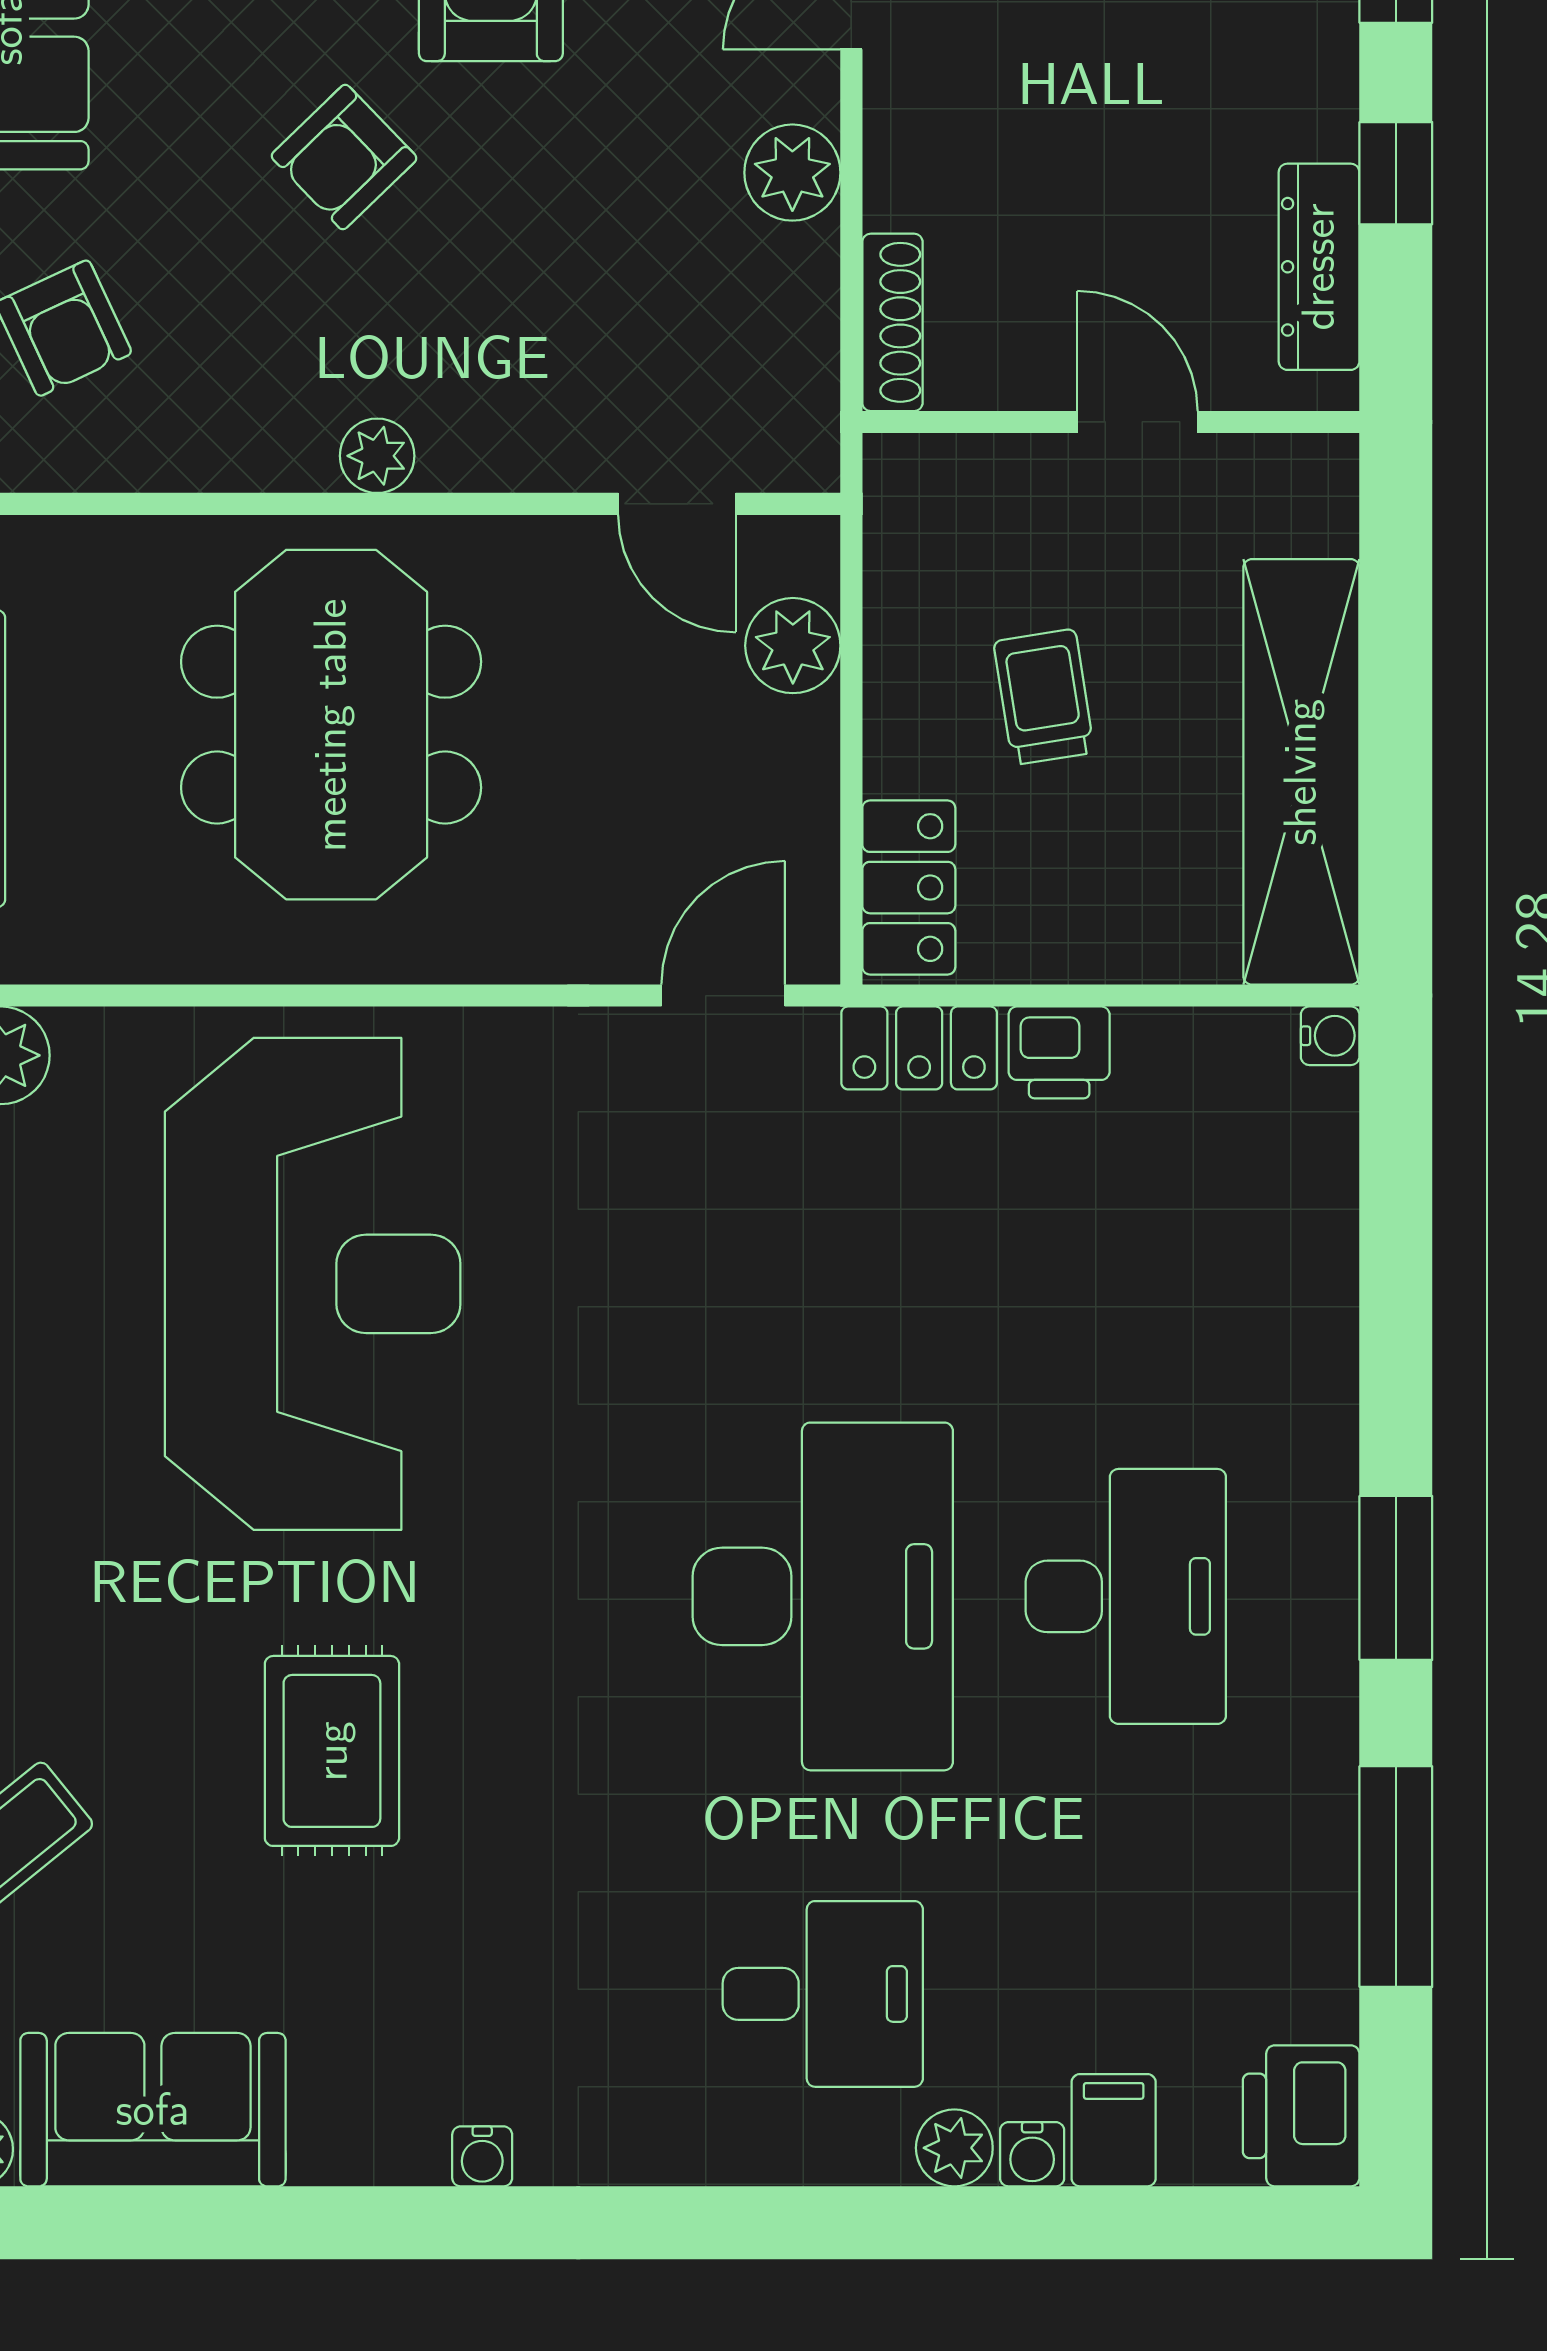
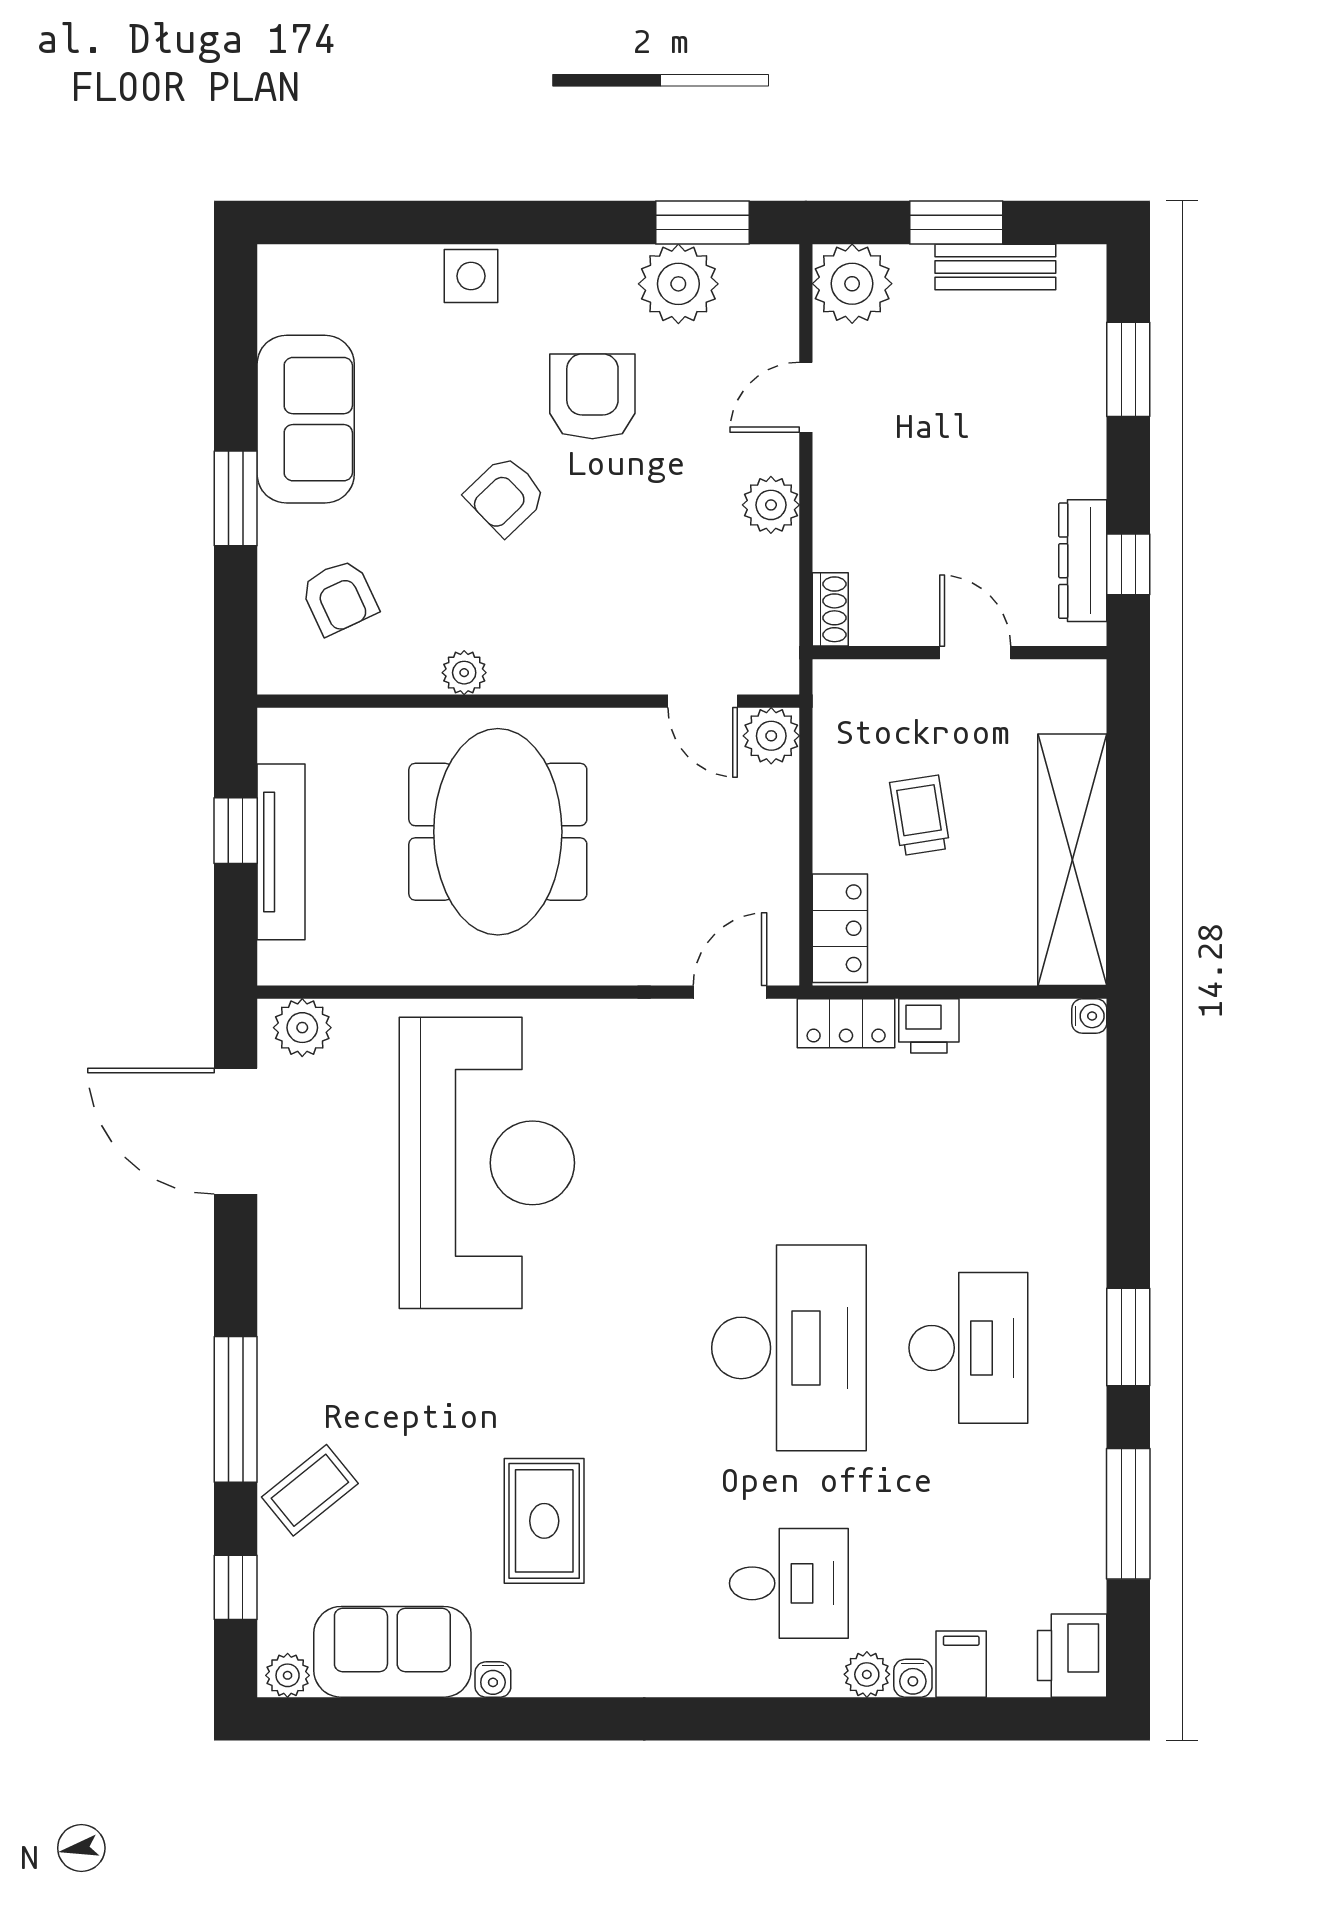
window: (1396, 173) -> (1128, 564), moved
shoe rack: (892, 322) -> (830, 609), width x0.70
plant: (377, 456) -> (464, 673), moved
plant: (793, 646) -> (771, 736), moved
rug: (332, 1751) -> (544, 1521), moved
water cooler: (482, 2156) -> (493, 1679), moved

